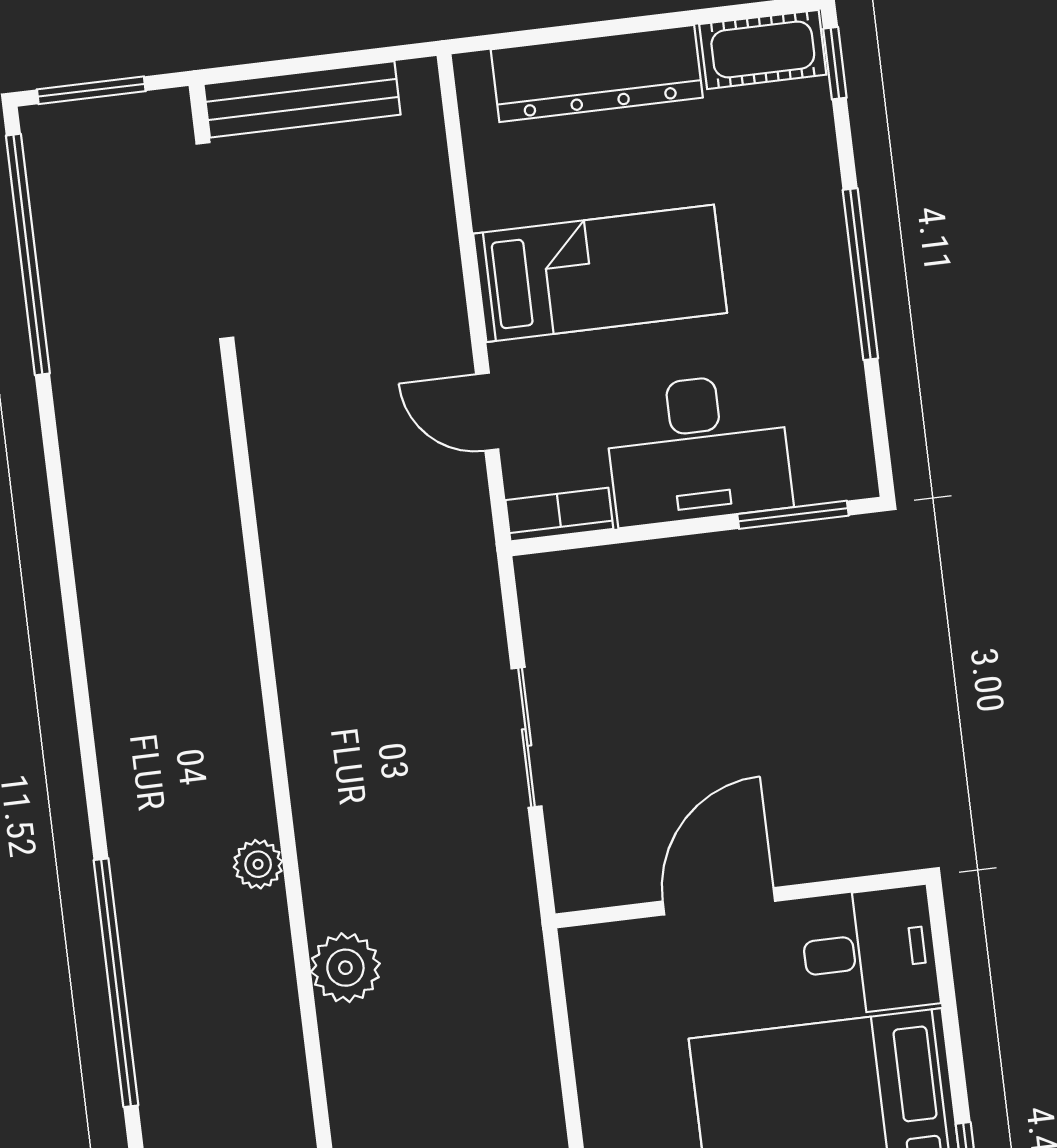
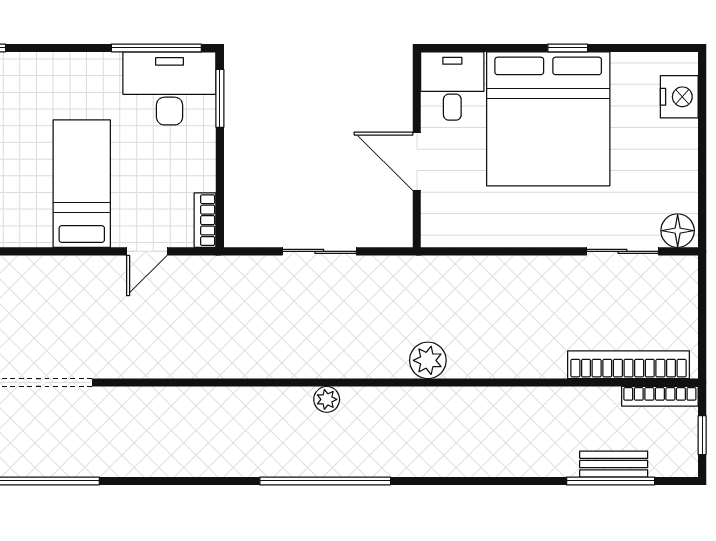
window: (860, 274) -> (156, 48), moved
desk: (698, 449) -> (169, 88), moved, turned -90
plant: (258, 864) -> (327, 399), moved
window: (116, 983) -> (325, 481), moved

